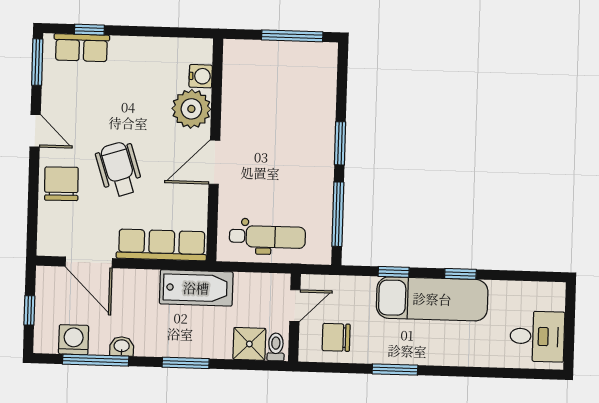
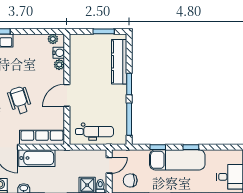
window: (292, 36) -> (104, 31), width x0.69
plant: (190, 48) -> (53, 39), added
kitchen counter: (321, 98) -> (119, 62), added
plant: (191, 109) -> (59, 65), width x0.53, depth x0.53
bathtub: (196, 288) -> (37, 158), moved

